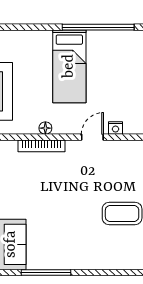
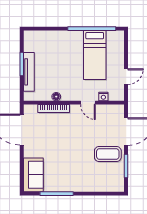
bed: (69, 66) -> (95, 55), moved
door: (92, 137) -> (88, 103), swing flipped

